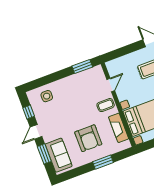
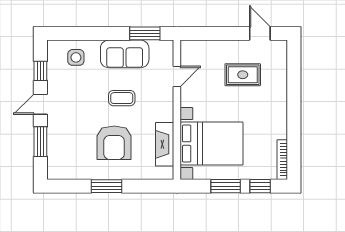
coffee table: (106, 105) -> (122, 98), moved
sofa: (59, 155) -> (125, 54), moved, turned 90
window: (103, 162) -> (106, 186), moved

